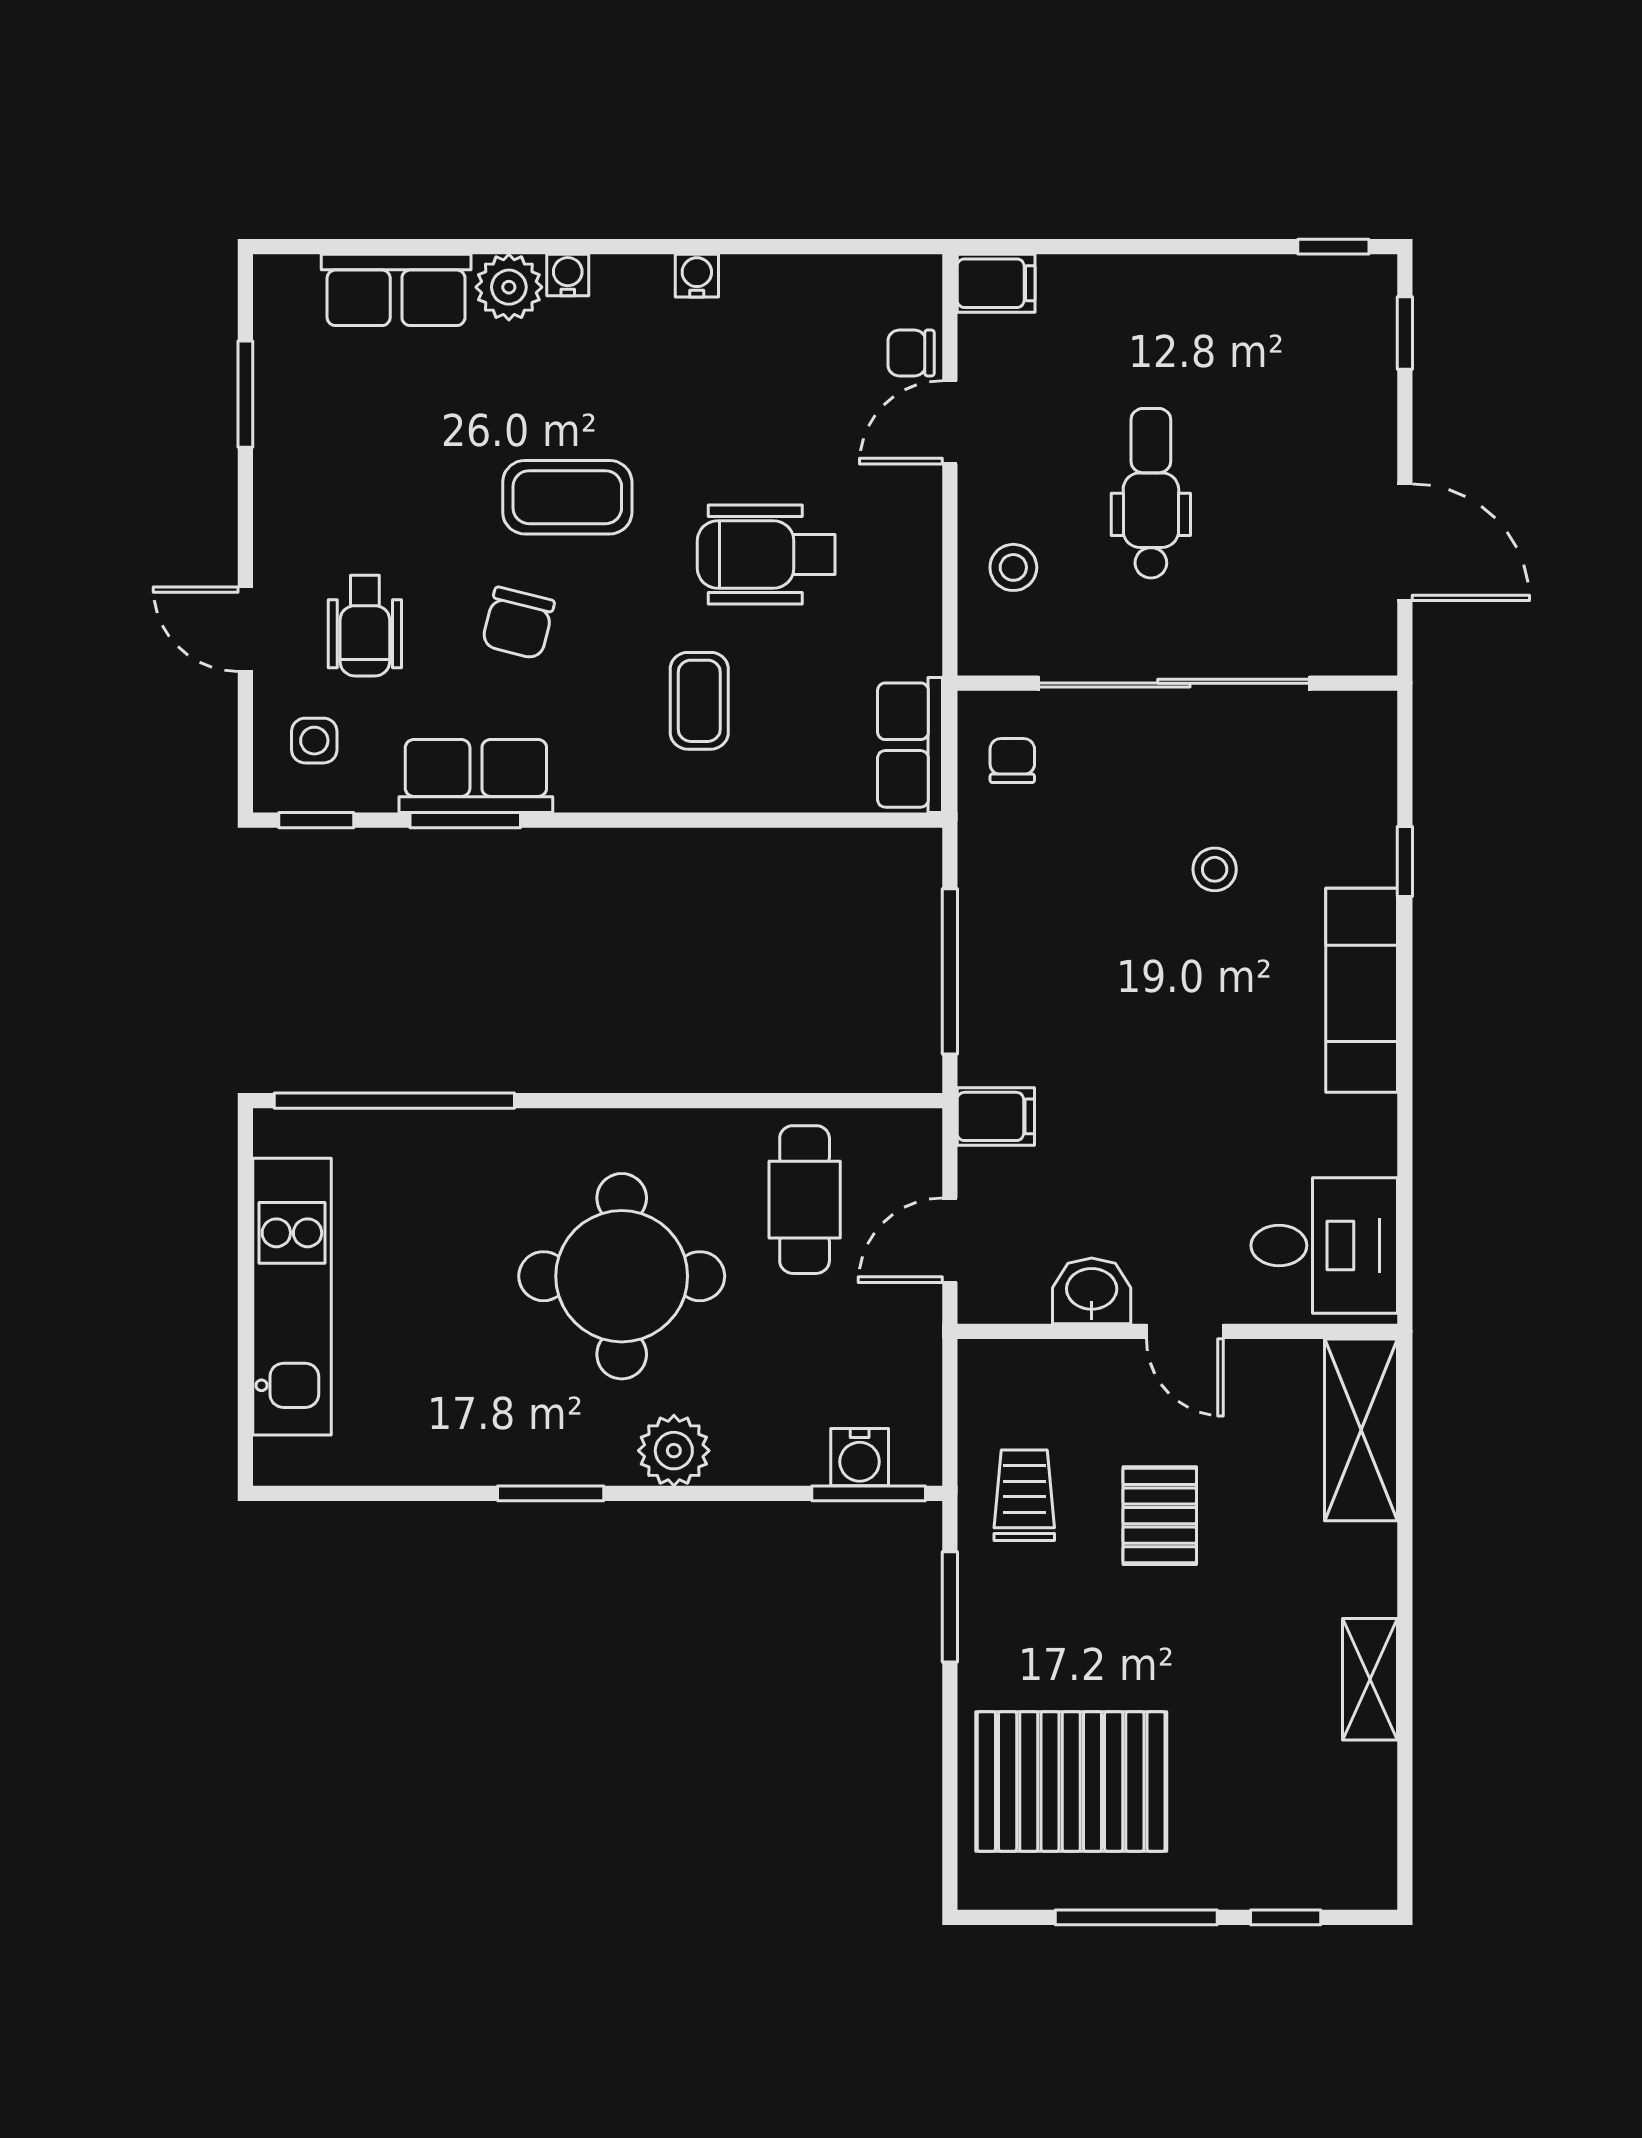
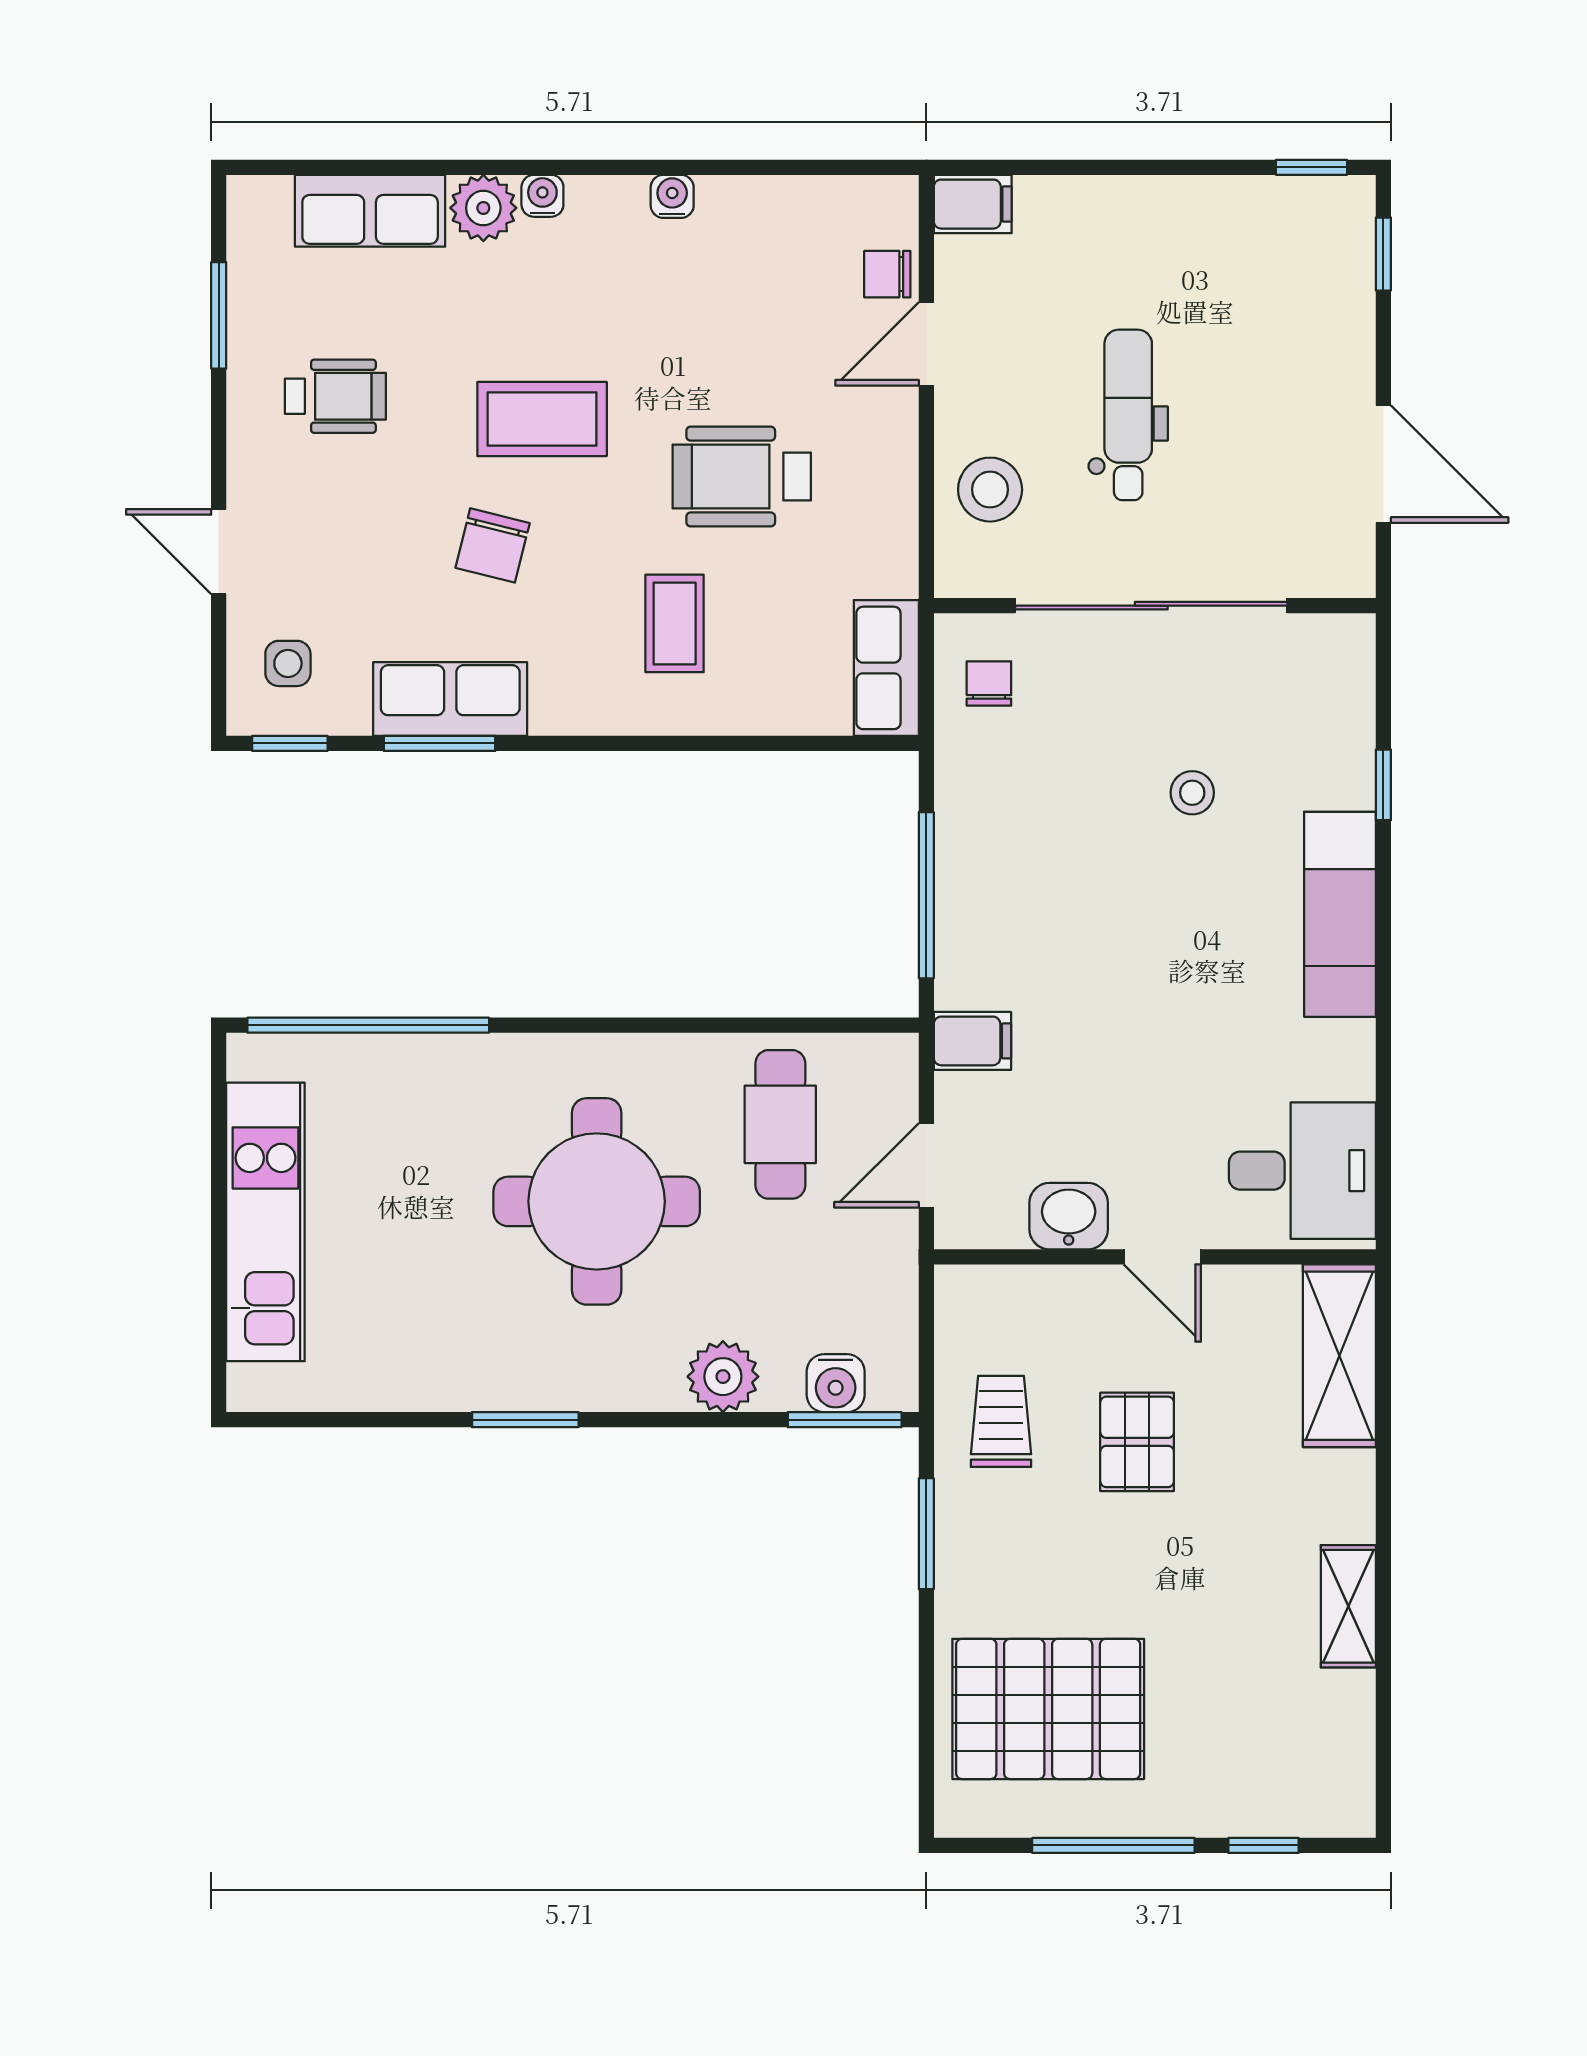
stool: (1013, 567) -> (990, 490), width x1.37, depth x1.37
wheelchair: (365, 626) -> (335, 396), moved, turned -90
plant: (674, 1451) -> (723, 1377), moved

